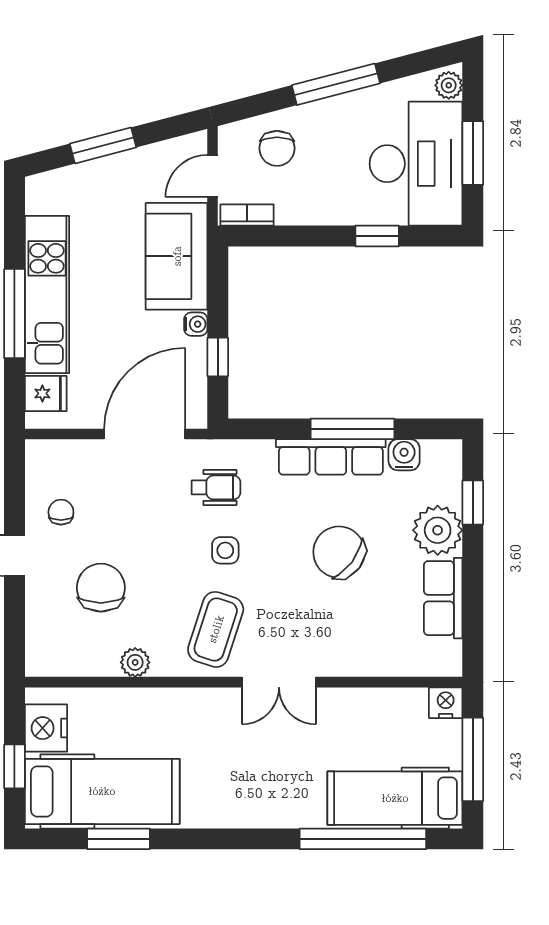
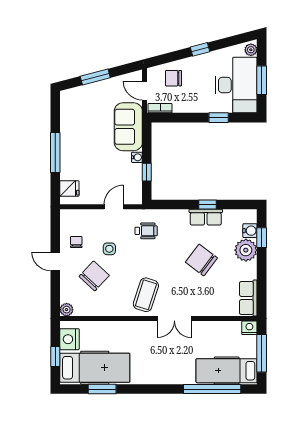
window: (336, 84) -> (200, 49), width x0.46
chair: (277, 148) -> (174, 78), turned 90
door: (213, 176) -> (145, 91), hinge flipped
kitchen unit: (47, 295) -> (70, 144), removed
window: (352, 429) -> (207, 204), width x0.46
door: (145, 434) -> (114, 207), width x0.53
water cooler: (404, 455) -> (250, 231), moved, turned 90
row of seats: (331, 457) -> (206, 217), width x0.68
side table: (225, 550) -> (109, 249), moved
chair: (101, 588) -> (94, 276), turned 43
row of seats: (443, 598) -> (248, 298), moved
plant: (135, 662) -> (67, 310), moved

